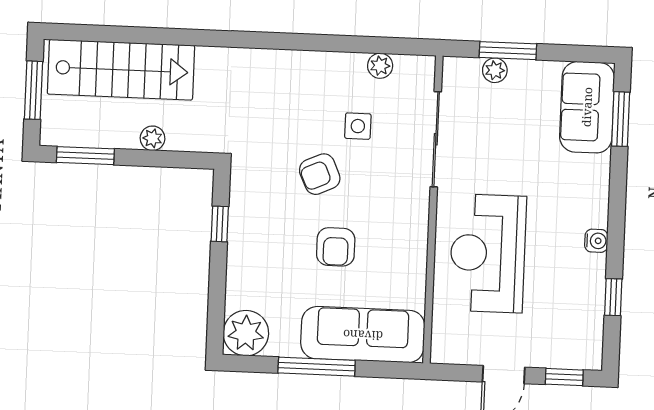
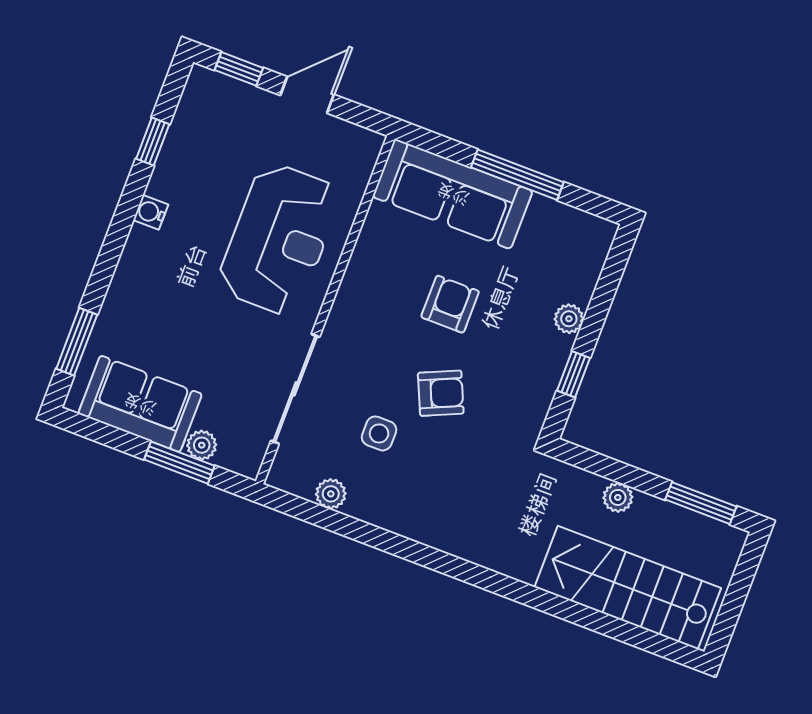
window: (34, 90) -> (735, 597), removed
sofa: (587, 107) -> (140, 404), moved, turned -90
plant: (246, 333) -> (569, 319), moved, width x0.53, depth x0.53

